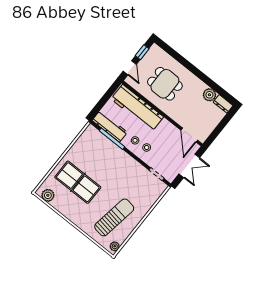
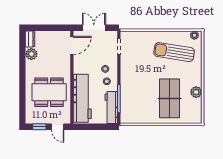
door: (130, 68) -> (58, 127), swing flipped
dining table: (165, 84) -> (49, 92), width x1.38
plant: (48, 195) -> (196, 92), moved

